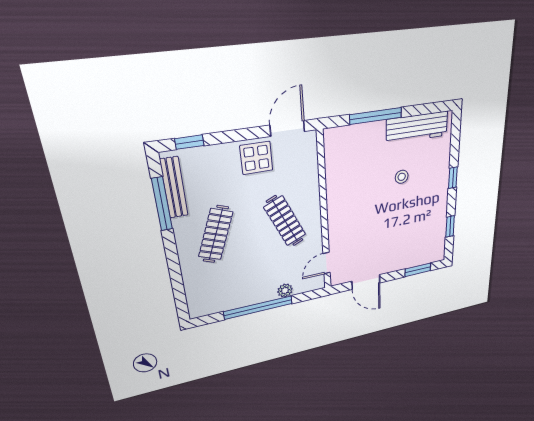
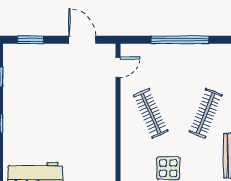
stool: (402, 177) -> (48, 133), removed
plant: (285, 290) -> (156, 50), removed

